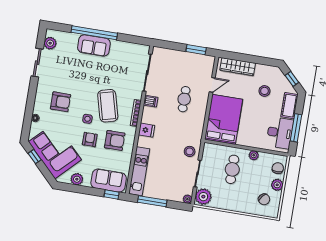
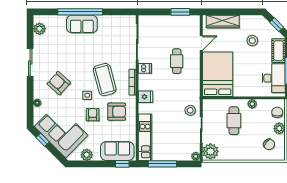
sliding door: (37, 63) -> (30, 62), moved
armchair: (60, 102) -> (59, 83), turned -138

